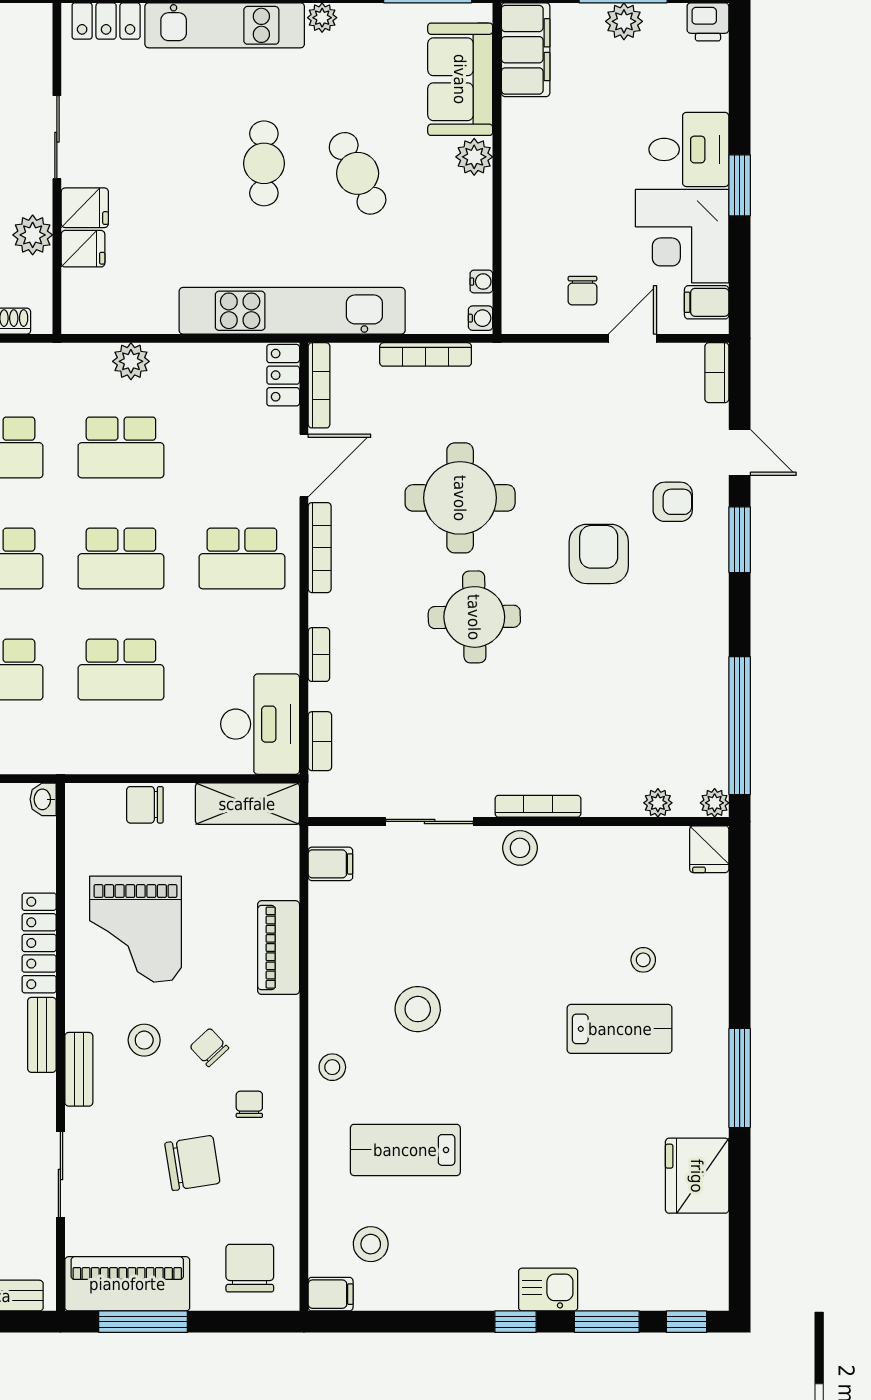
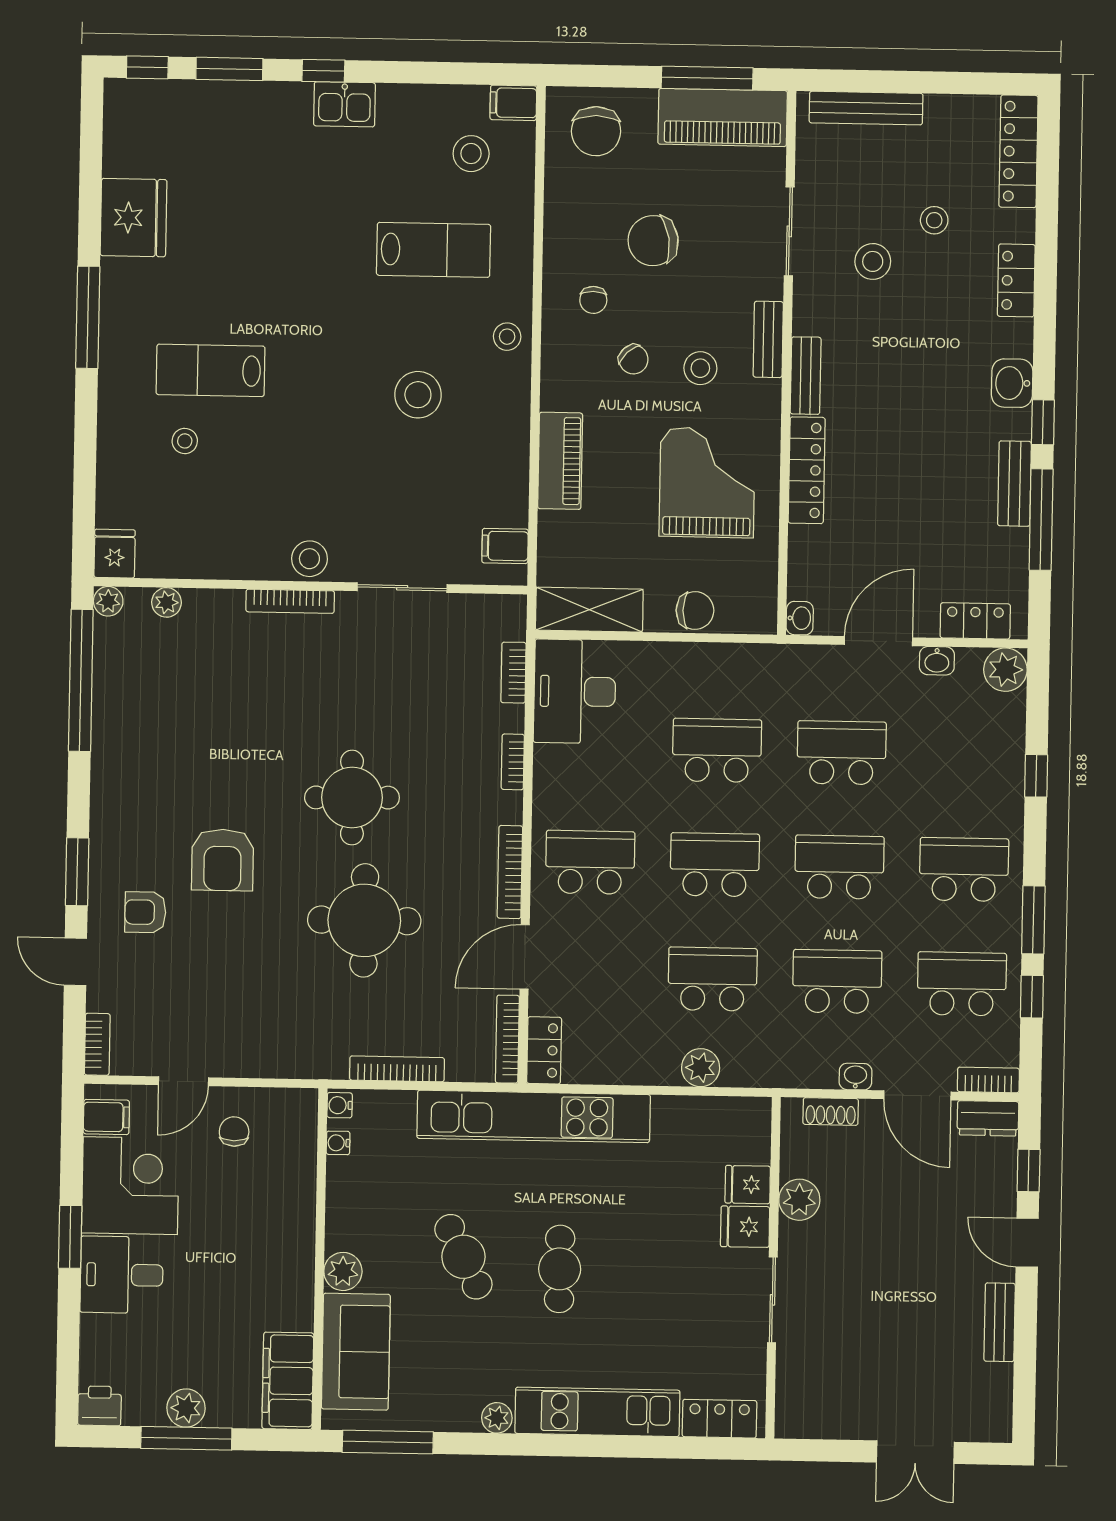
kitchen sink: (548, 1290) -> (344, 104), moved

